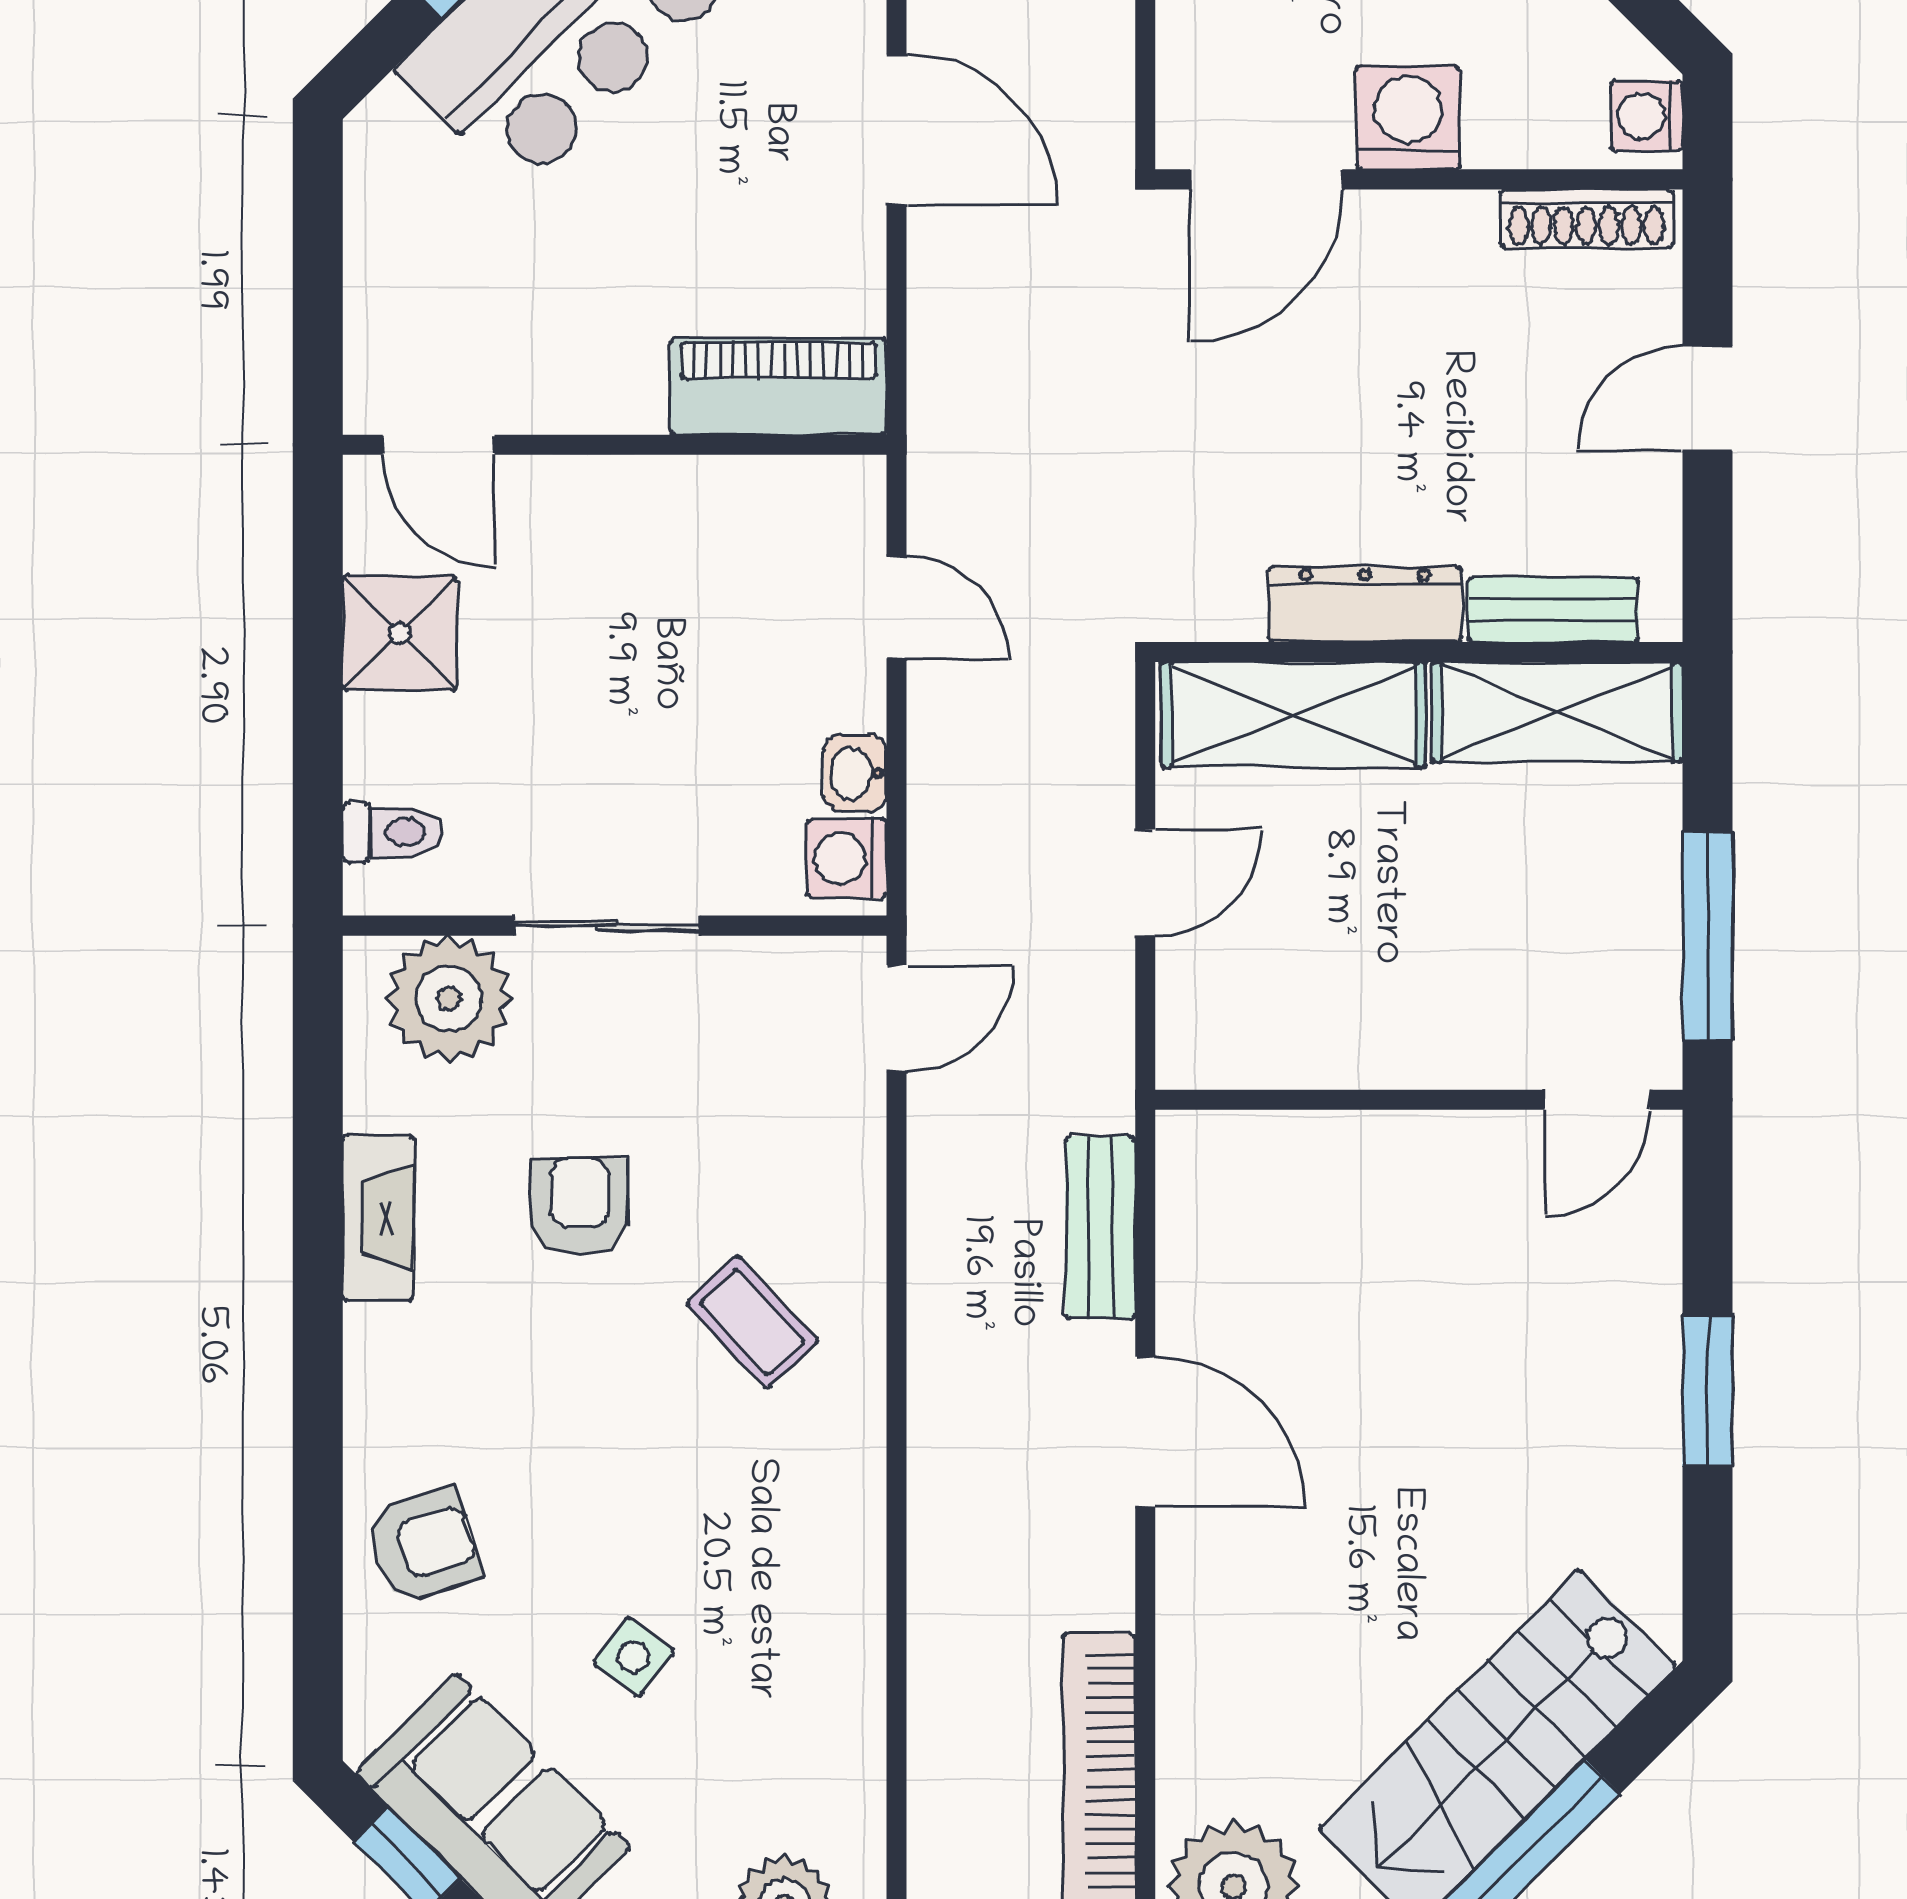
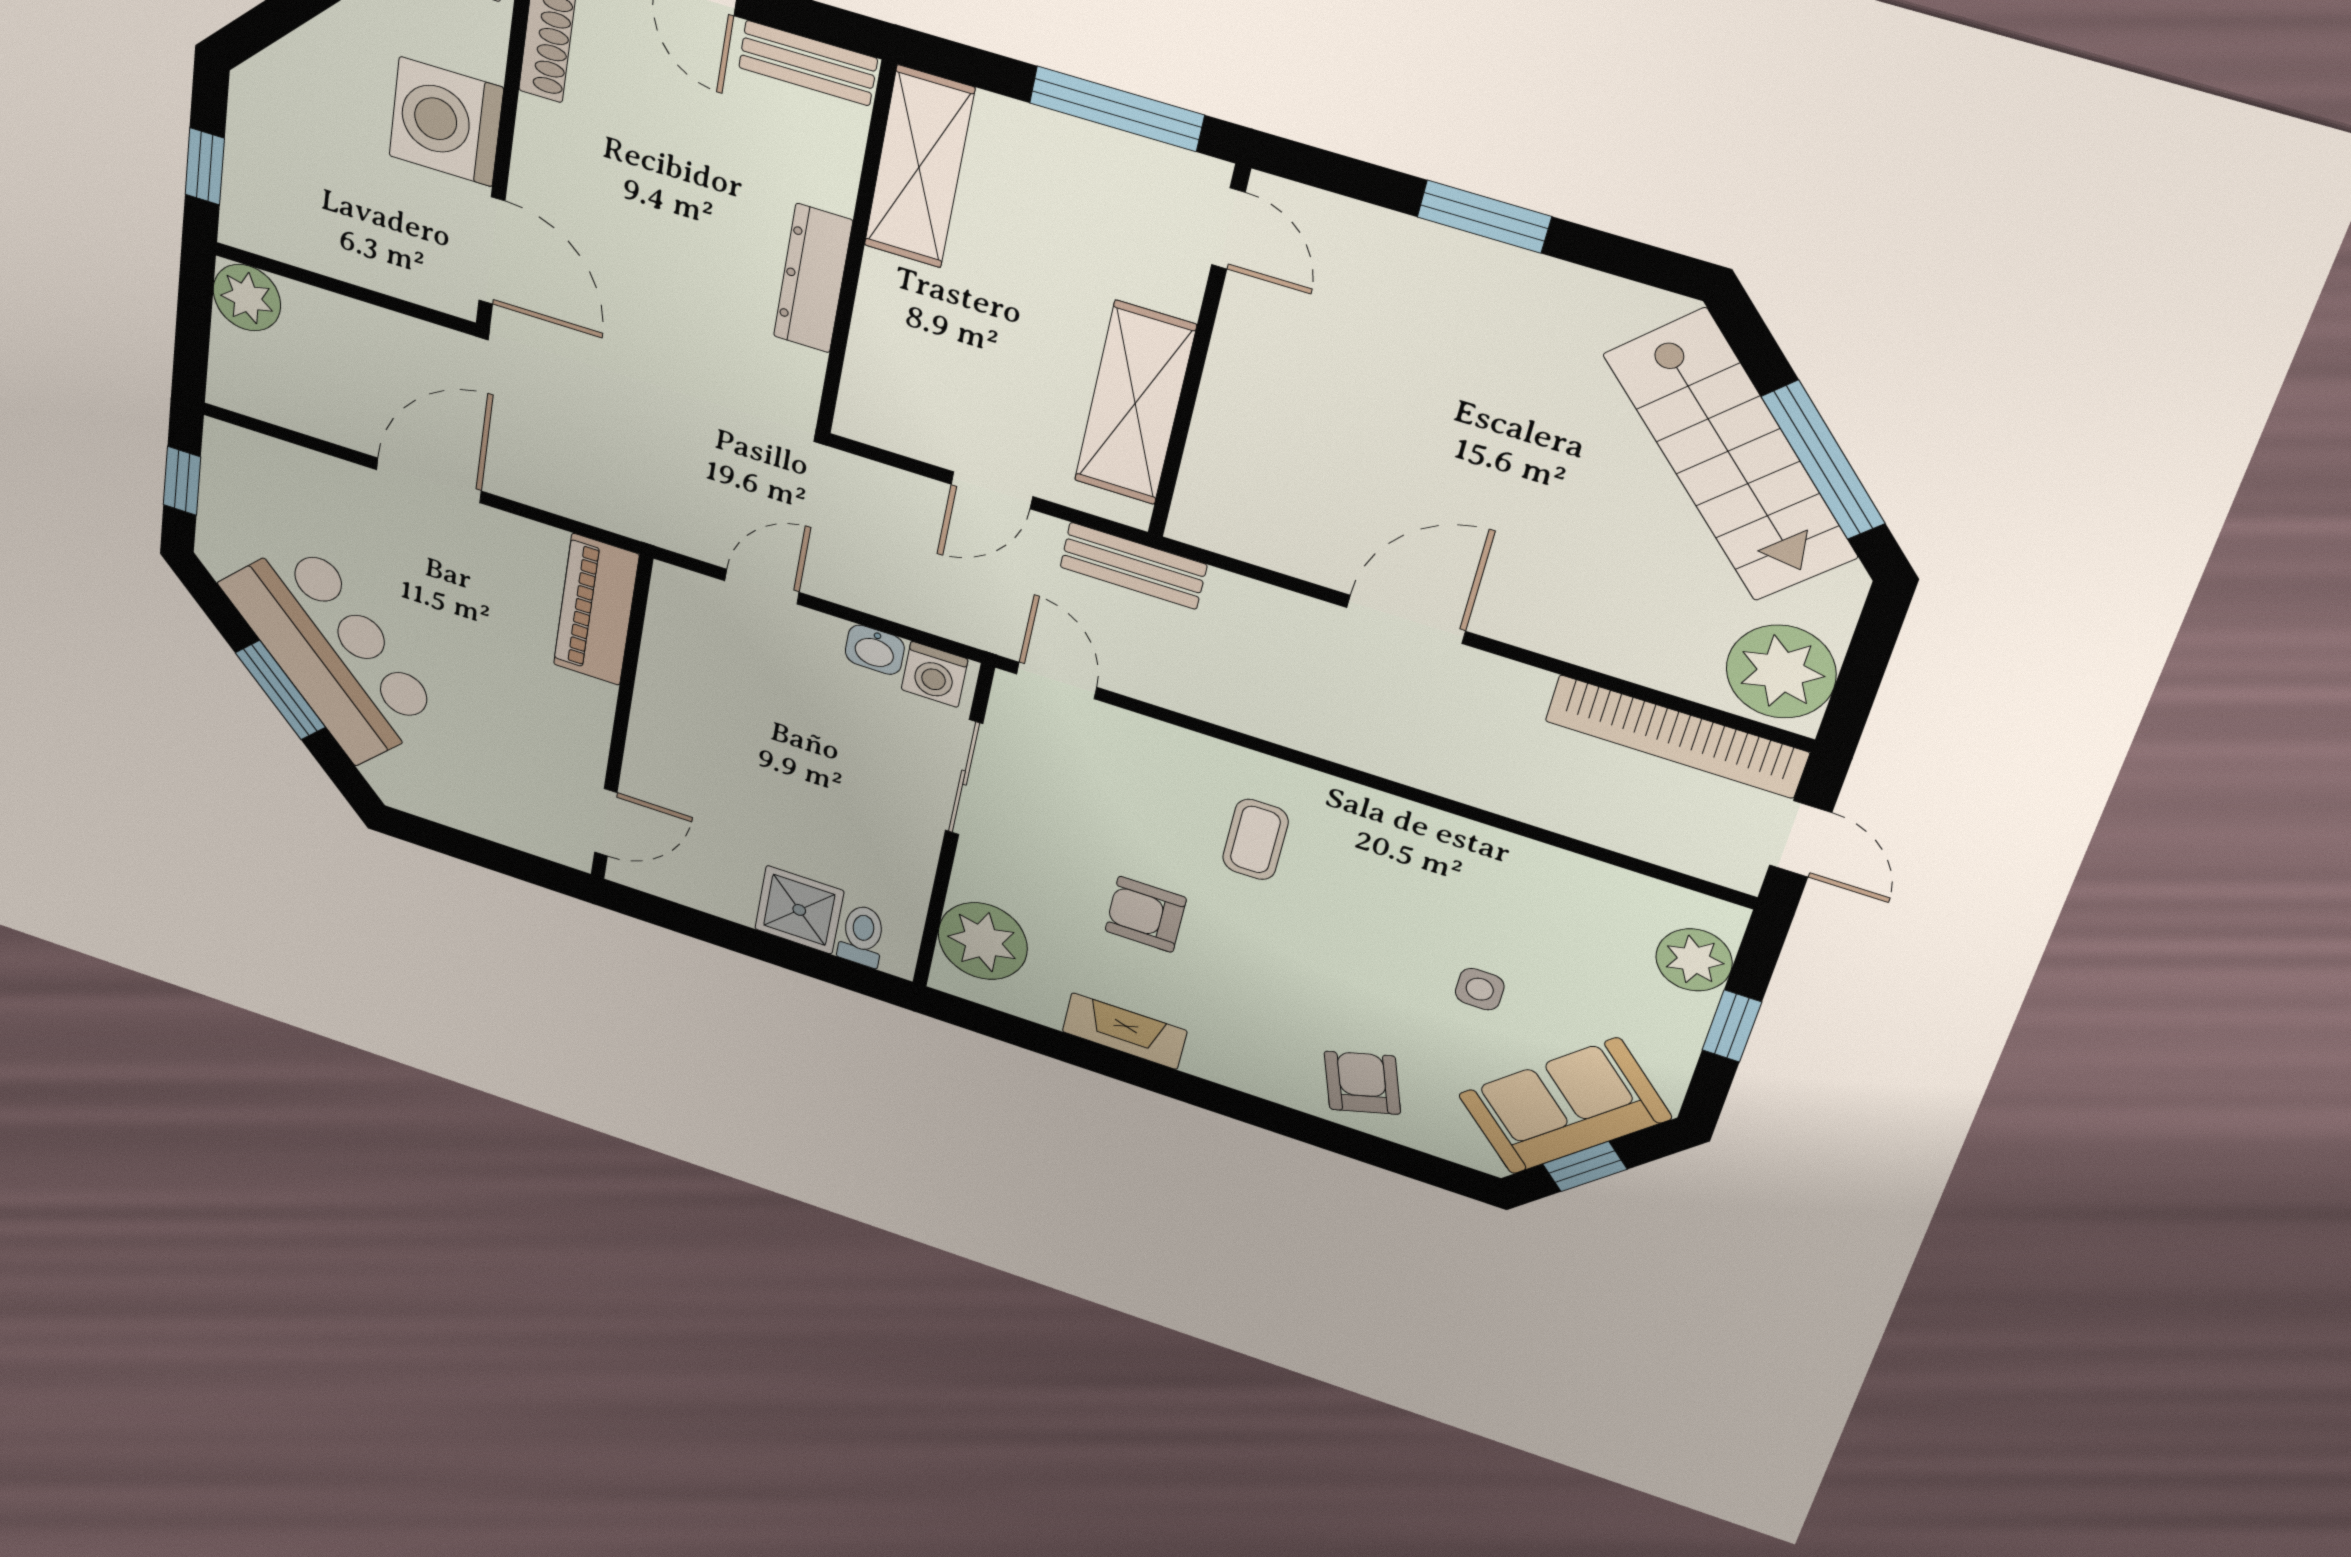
washing machine: (1408, 118) -> (446, 122), width x1.37, depth x1.37
bench: (1553, 610) -> (808, 63), moved, turned 90
shower: (400, 633) -> (799, 910), moved
shelving: (1293, 715) -> (1135, 403), moved
door: (1145, 883) -> (992, 490), swing flipped
sliding door: (607, 926) -> (964, 778), moved
bench: (1100, 1228) -> (1133, 566), moved
coffee table: (752, 1322) -> (1255, 839), turned -47
side table: (634, 1657) -> (1480, 989), turned -37

